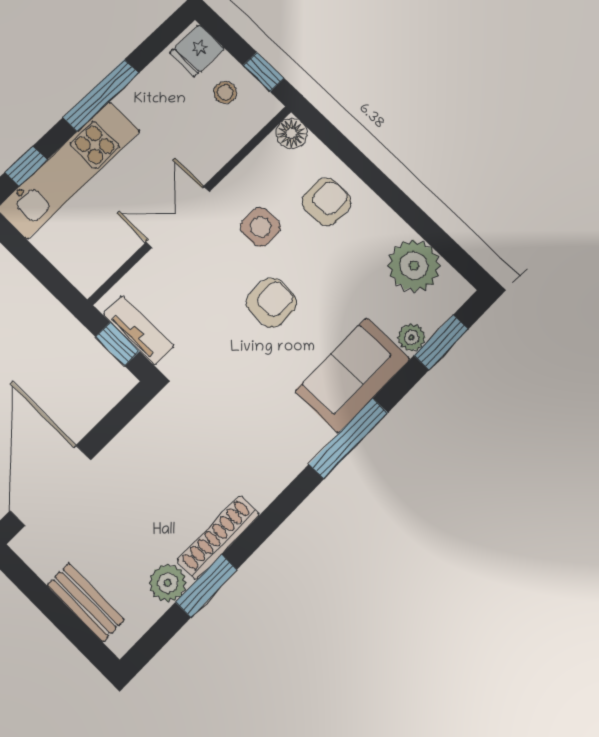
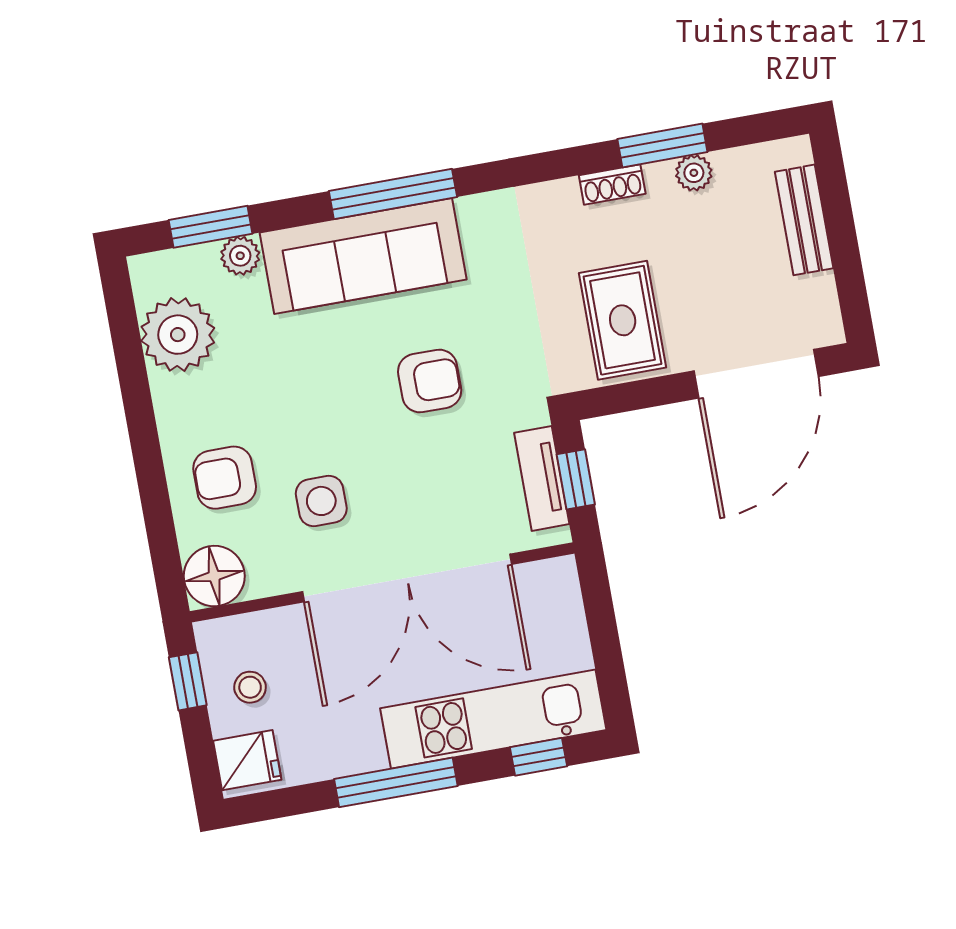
floor lamp: (291, 133) -> (214, 576), width x1.38, depth x1.38
double door: (178, 217) -> (407, 578), width x1.87
armchair: (272, 303) -> (430, 381), moved, turned 180
sofa: (352, 375) -> (363, 256), width x1.36
rug: (156, 460) -> (623, 320), added
shoe rack: (218, 537) -> (612, 184), width x0.51, depth x0.81
plant: (168, 583) -> (694, 173), width x0.73, depth x0.73

